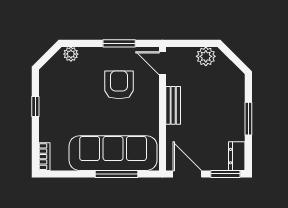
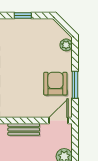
armchair: (119, 85) -> (55, 84), moved, turned -90

